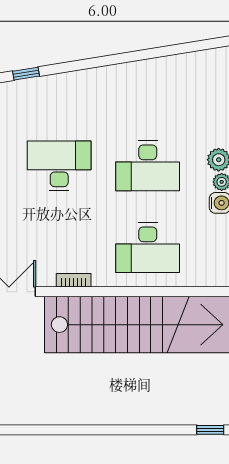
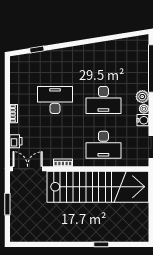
window: (210, 430) -> (101, 244), moved

